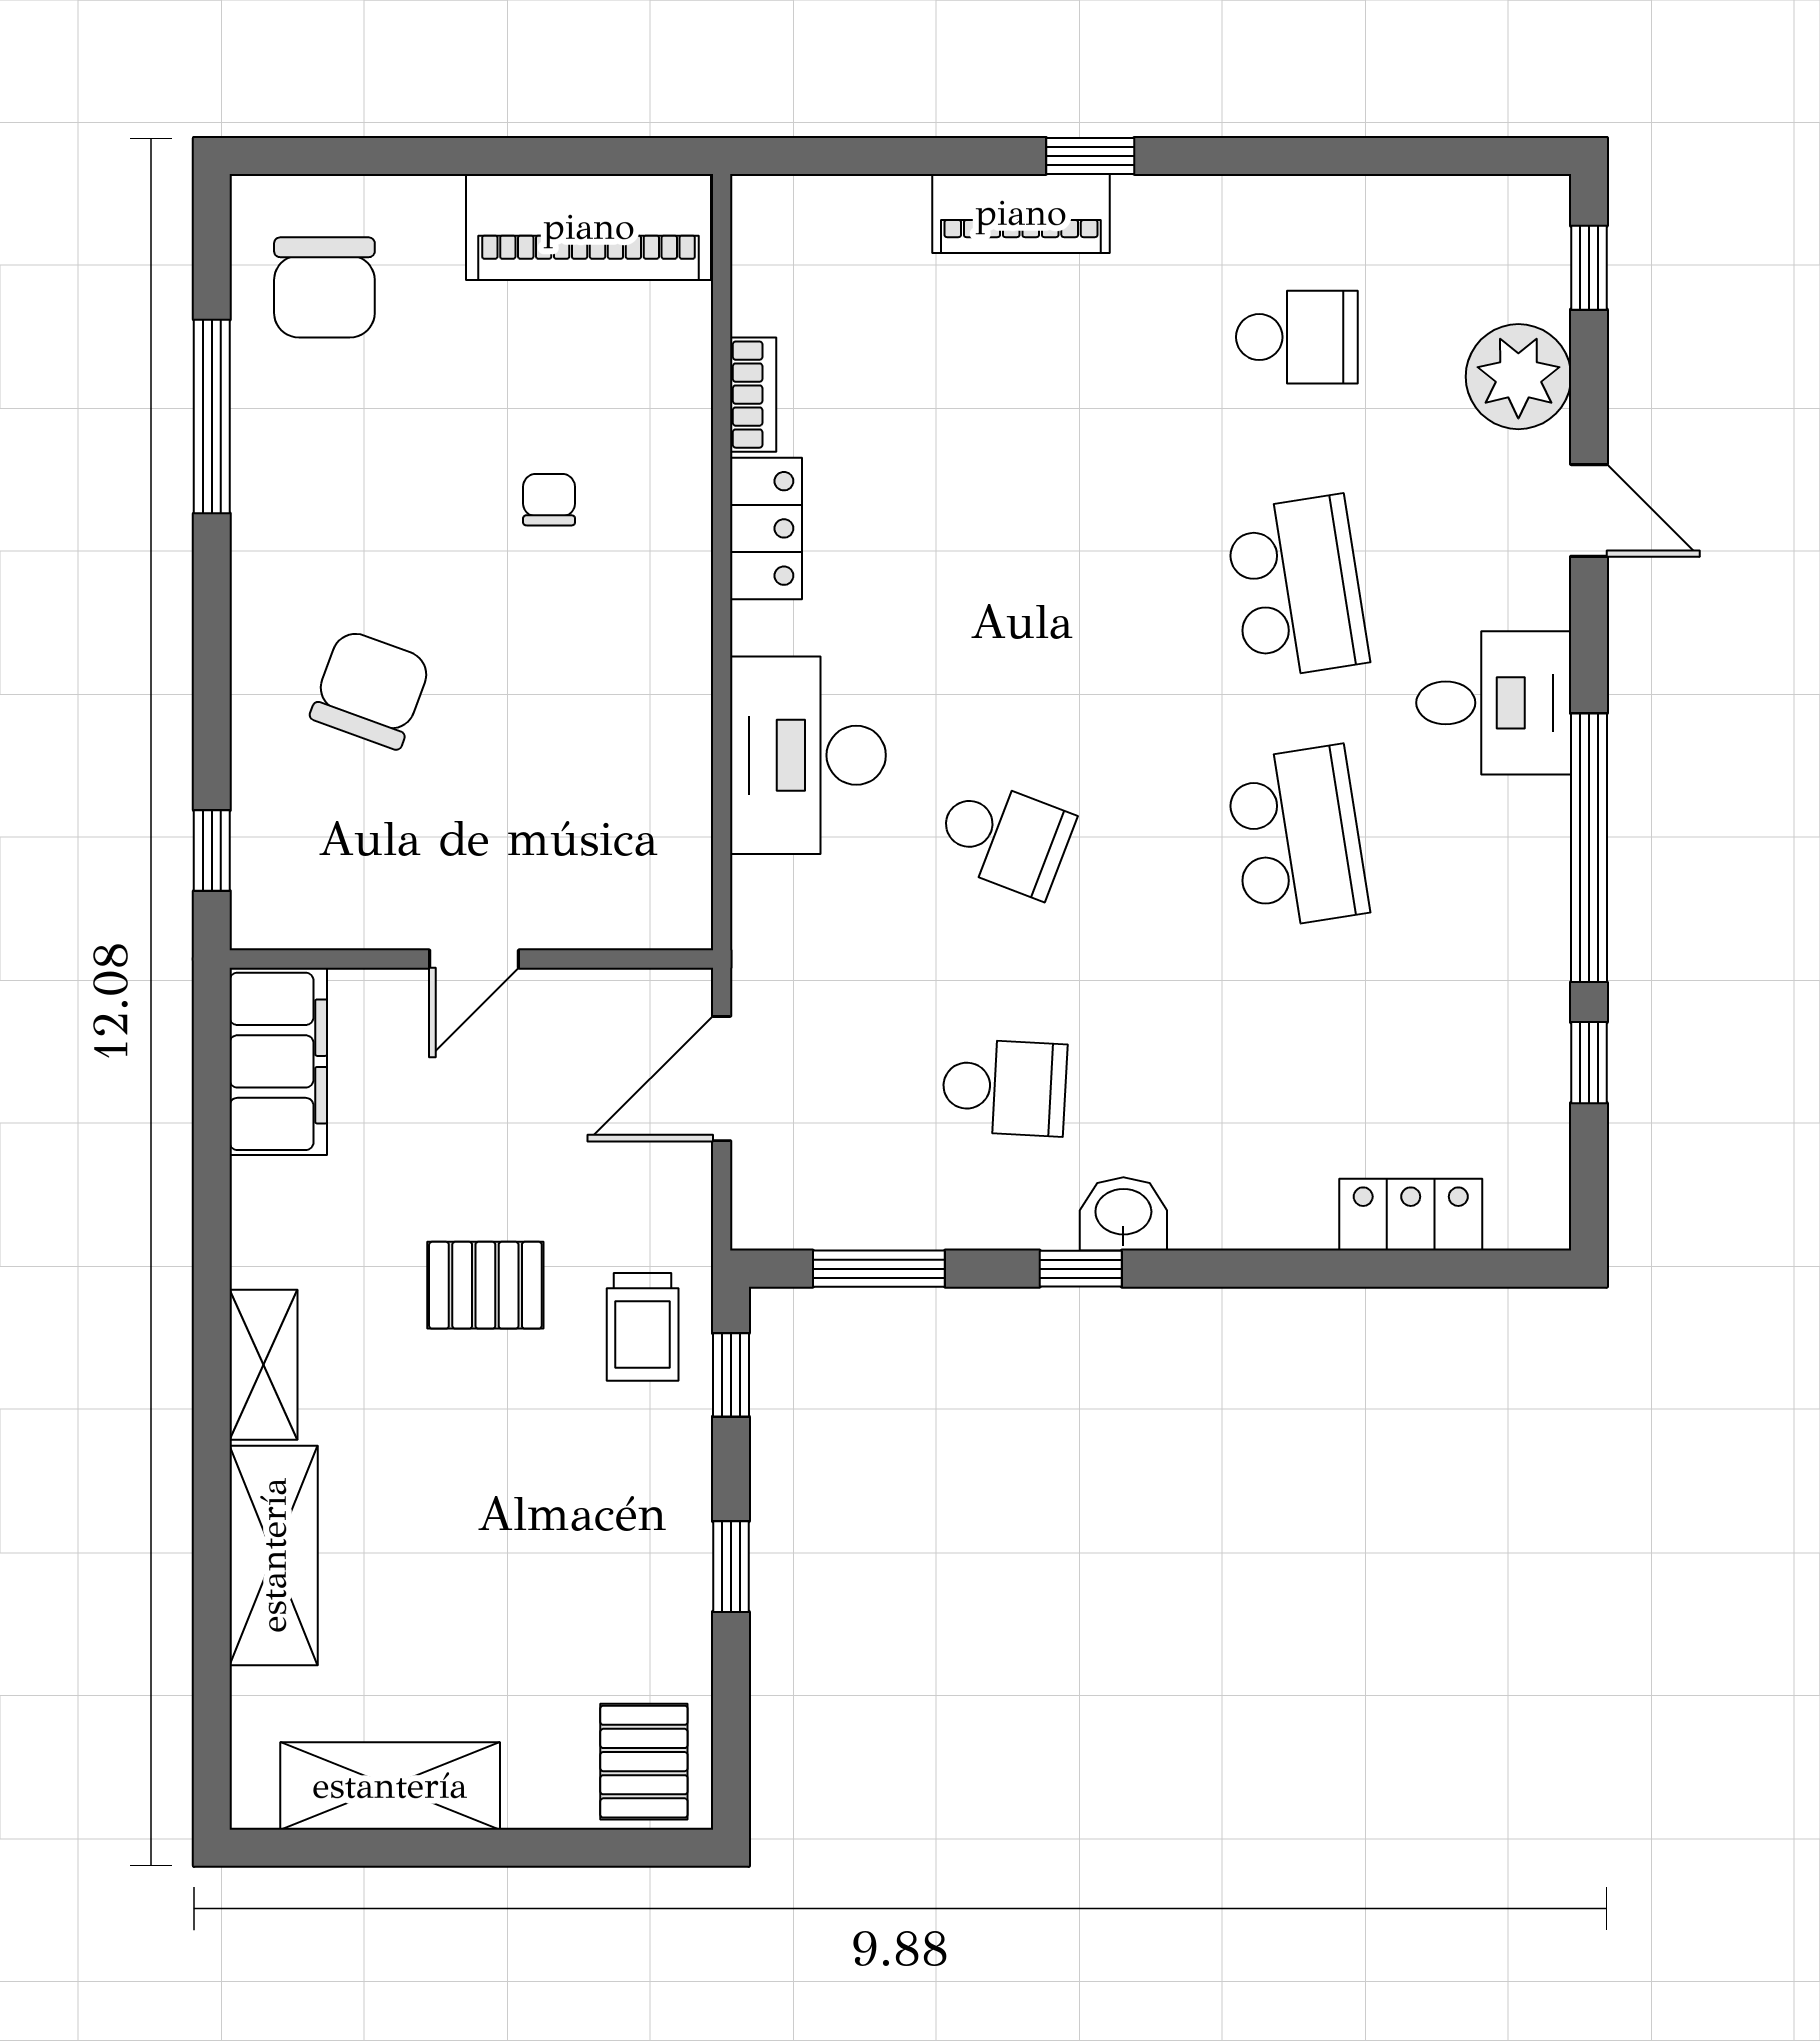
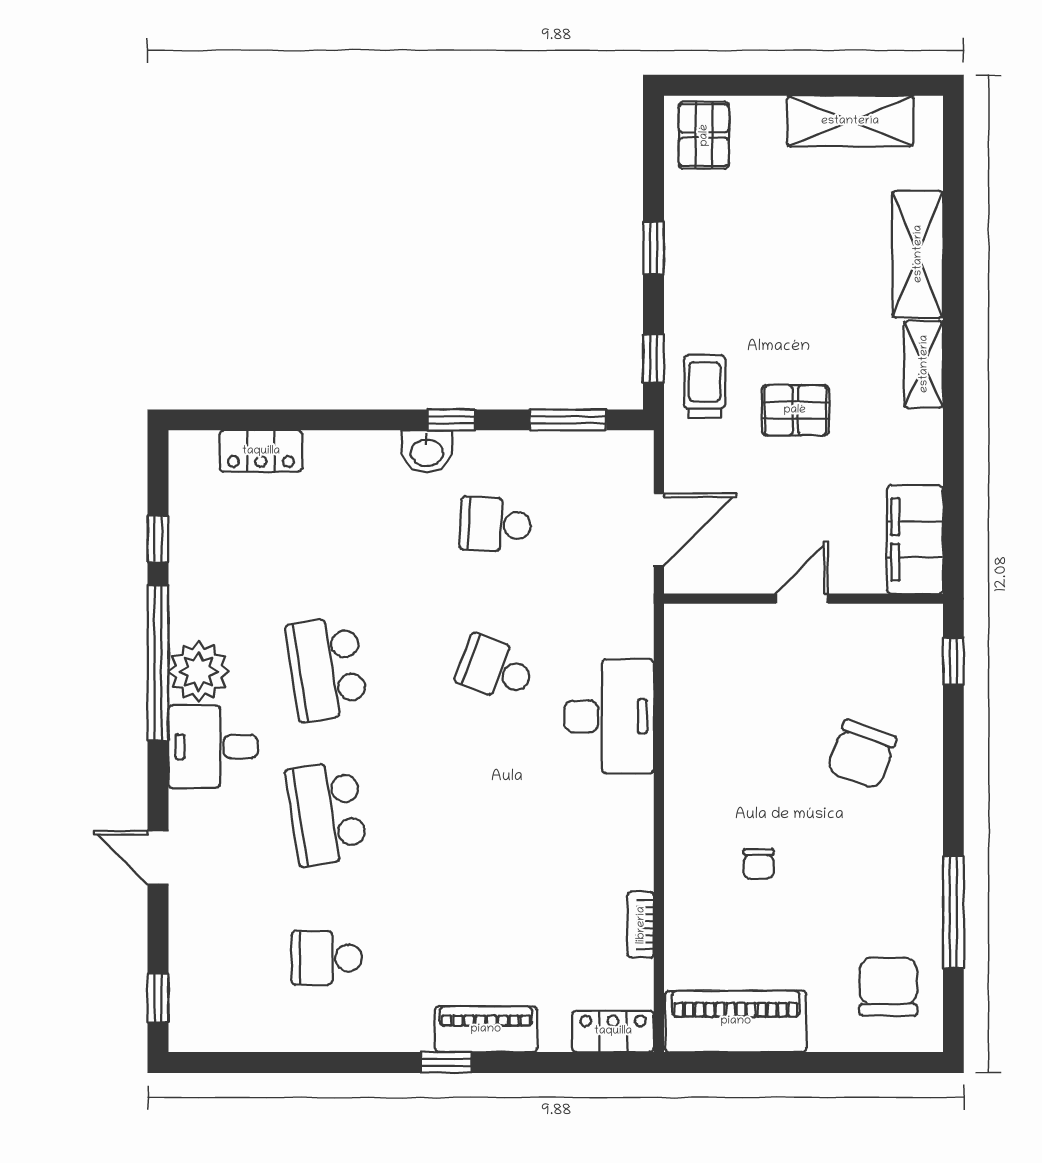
plant: (1518, 377) -> (199, 671), moved
locker: (766, 528) -> (613, 1031), moved, turned 90

